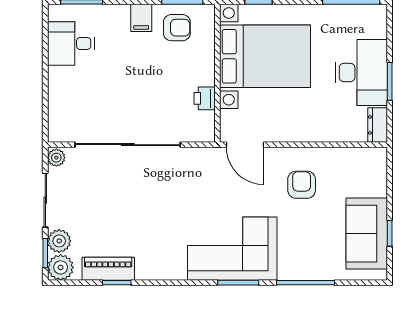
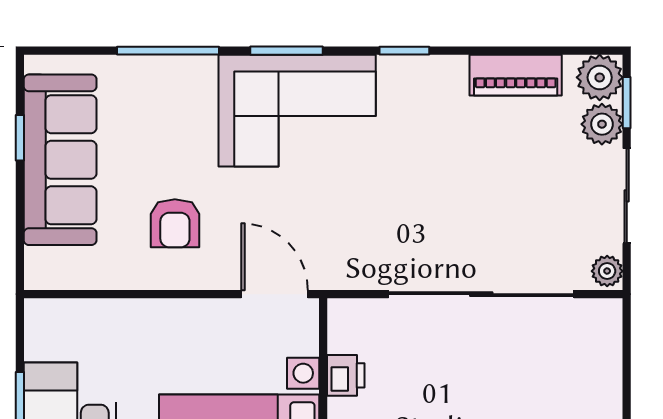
dresser: (378, 125) -> (41, 329), removed
sofa: (367, 234) -> (60, 160), width x1.36
window: (117, 283) -> (404, 51), moved

